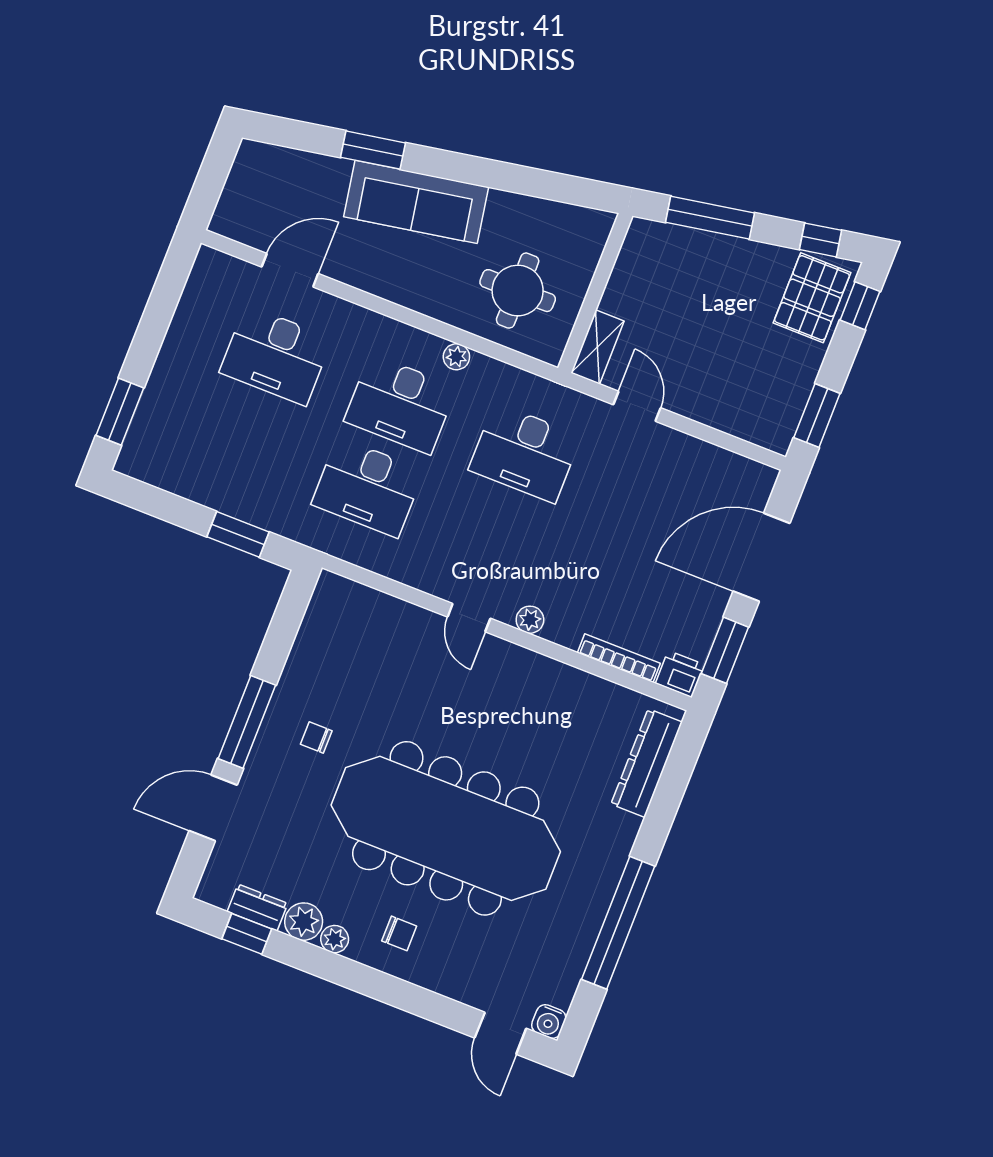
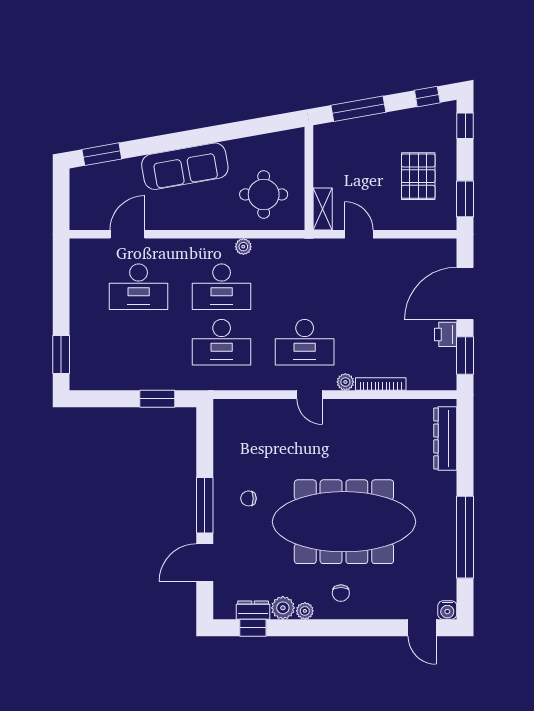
window: (373, 150) -> (102, 154), moved
pallet: (812, 298) -> (418, 176), moved
desk: (525, 453) -> (305, 342), moved
bookcase: (619, 658) -> (381, 384), moved
printer: (680, 674) -> (446, 334), moved, turned -90
chair: (399, 933) -> (341, 593), turned 90

